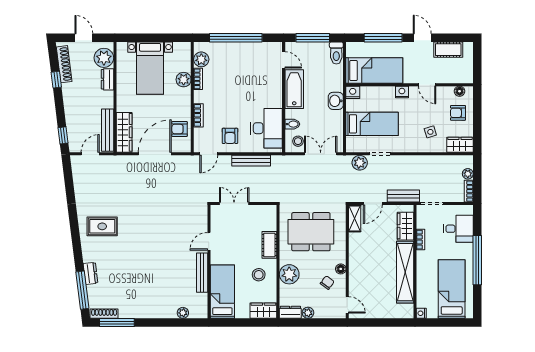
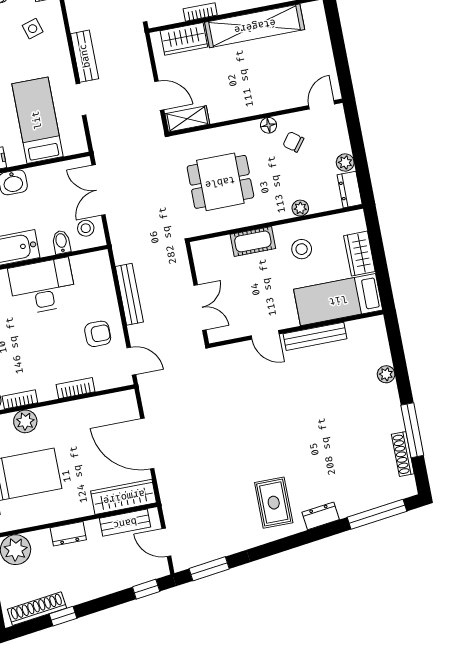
dresser: (108, 79) -> (68, 534), moved
desk: (267, 128) -> (42, 286), moved
armchair: (180, 129) -> (102, 413), removed
bench: (108, 130) -> (125, 523), width x0.73
plant: (360, 163) -> (101, 128), removed
window: (68, 178) -> (209, 569), added
bench: (403, 196) -> (85, 56), moved
double door: (234, 204) -> (200, 308), swing flipped
dining table: (311, 232) -> (220, 182), width x0.73
dresser: (90, 273) -> (321, 516), moved
plant: (289, 274) -> (300, 208), width x0.53, depth x0.53
wardrobe: (263, 311) -> (359, 254), moved
plant: (183, 313) -> (386, 374), moved
shoe rack: (104, 314) -> (403, 454), moved
window: (117, 323) -> (412, 430), moved

